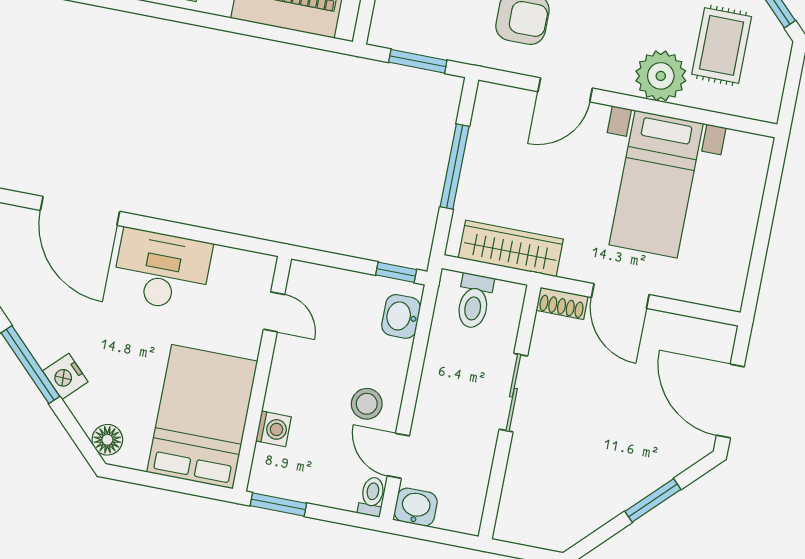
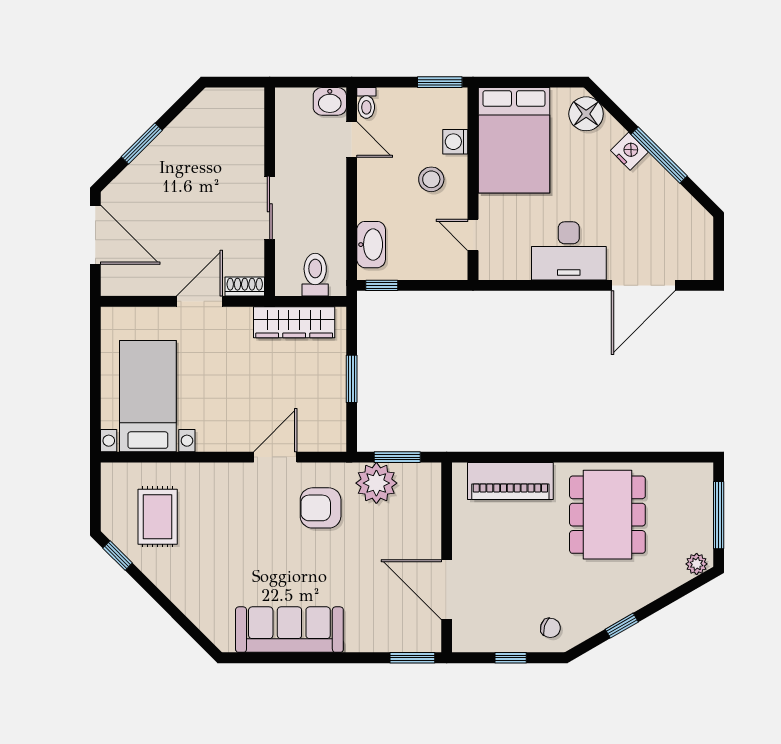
plant: (661, 76) -> (376, 483), moved
window: (455, 167) -> (352, 379), width x0.69
bed with nightstands: (656, 184) -> (148, 396), moved
door: (80, 211) -> (643, 285), swing flipped
door: (620, 296) -> (199, 301), hinge flipped
washbasin: (401, 316) -> (371, 245), width x1.38
stool: (367, 404) -> (431, 179), moved
floor lamp: (107, 440) -> (586, 114), width x1.38, depth x1.38

